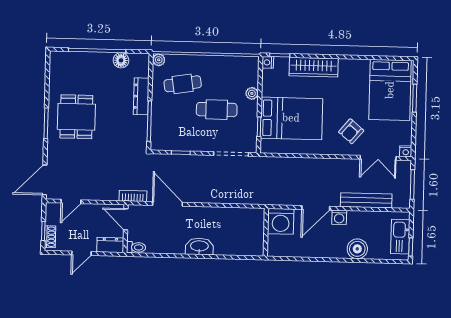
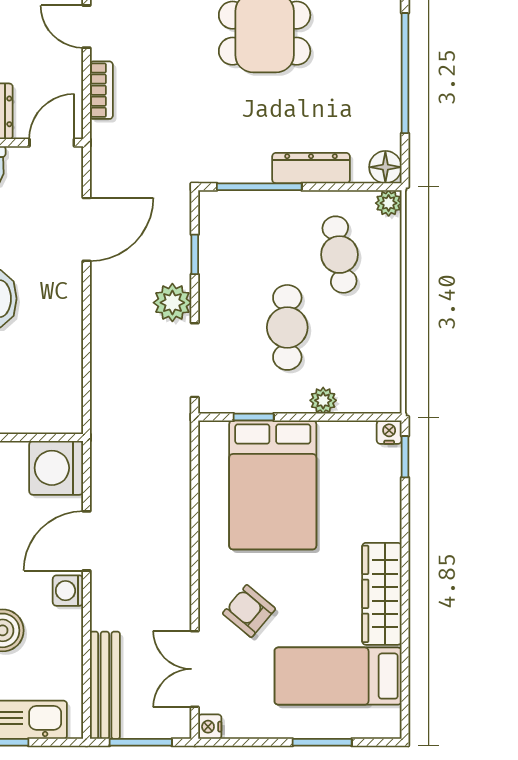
floor lamp: (121, 60) -> (385, 167), moved
wardrobe: (314, 67) -> (382, 594), moved
bed: (390, 90) -> (338, 676), width x0.67
plant: (203, 164) -> (172, 303), added
bookcase: (133, 196) -> (101, 90), moved
bench: (366, 200) -> (105, 685), moved
door: (316, 208) -> (86, 541), hinge flipped

